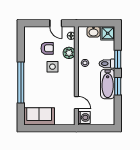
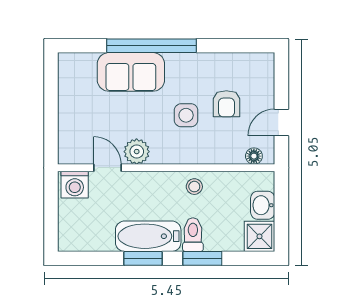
plant: (69, 53) -> (137, 152), moved
door: (76, 103) -> (107, 168), swing flipped
sofa: (39, 116) -> (131, 72), moved, turned 90

